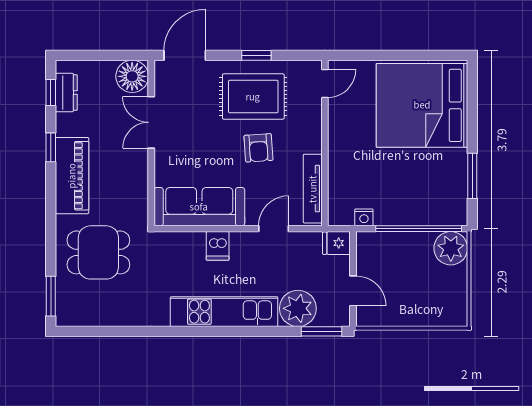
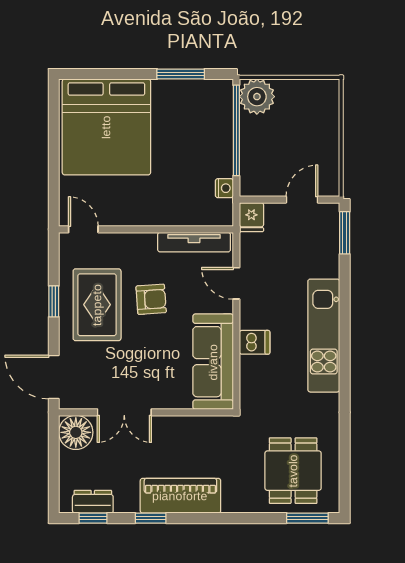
dining table: (98, 252) -> (293, 471), moved
plant: (298, 308) -> (320, 258), removed

